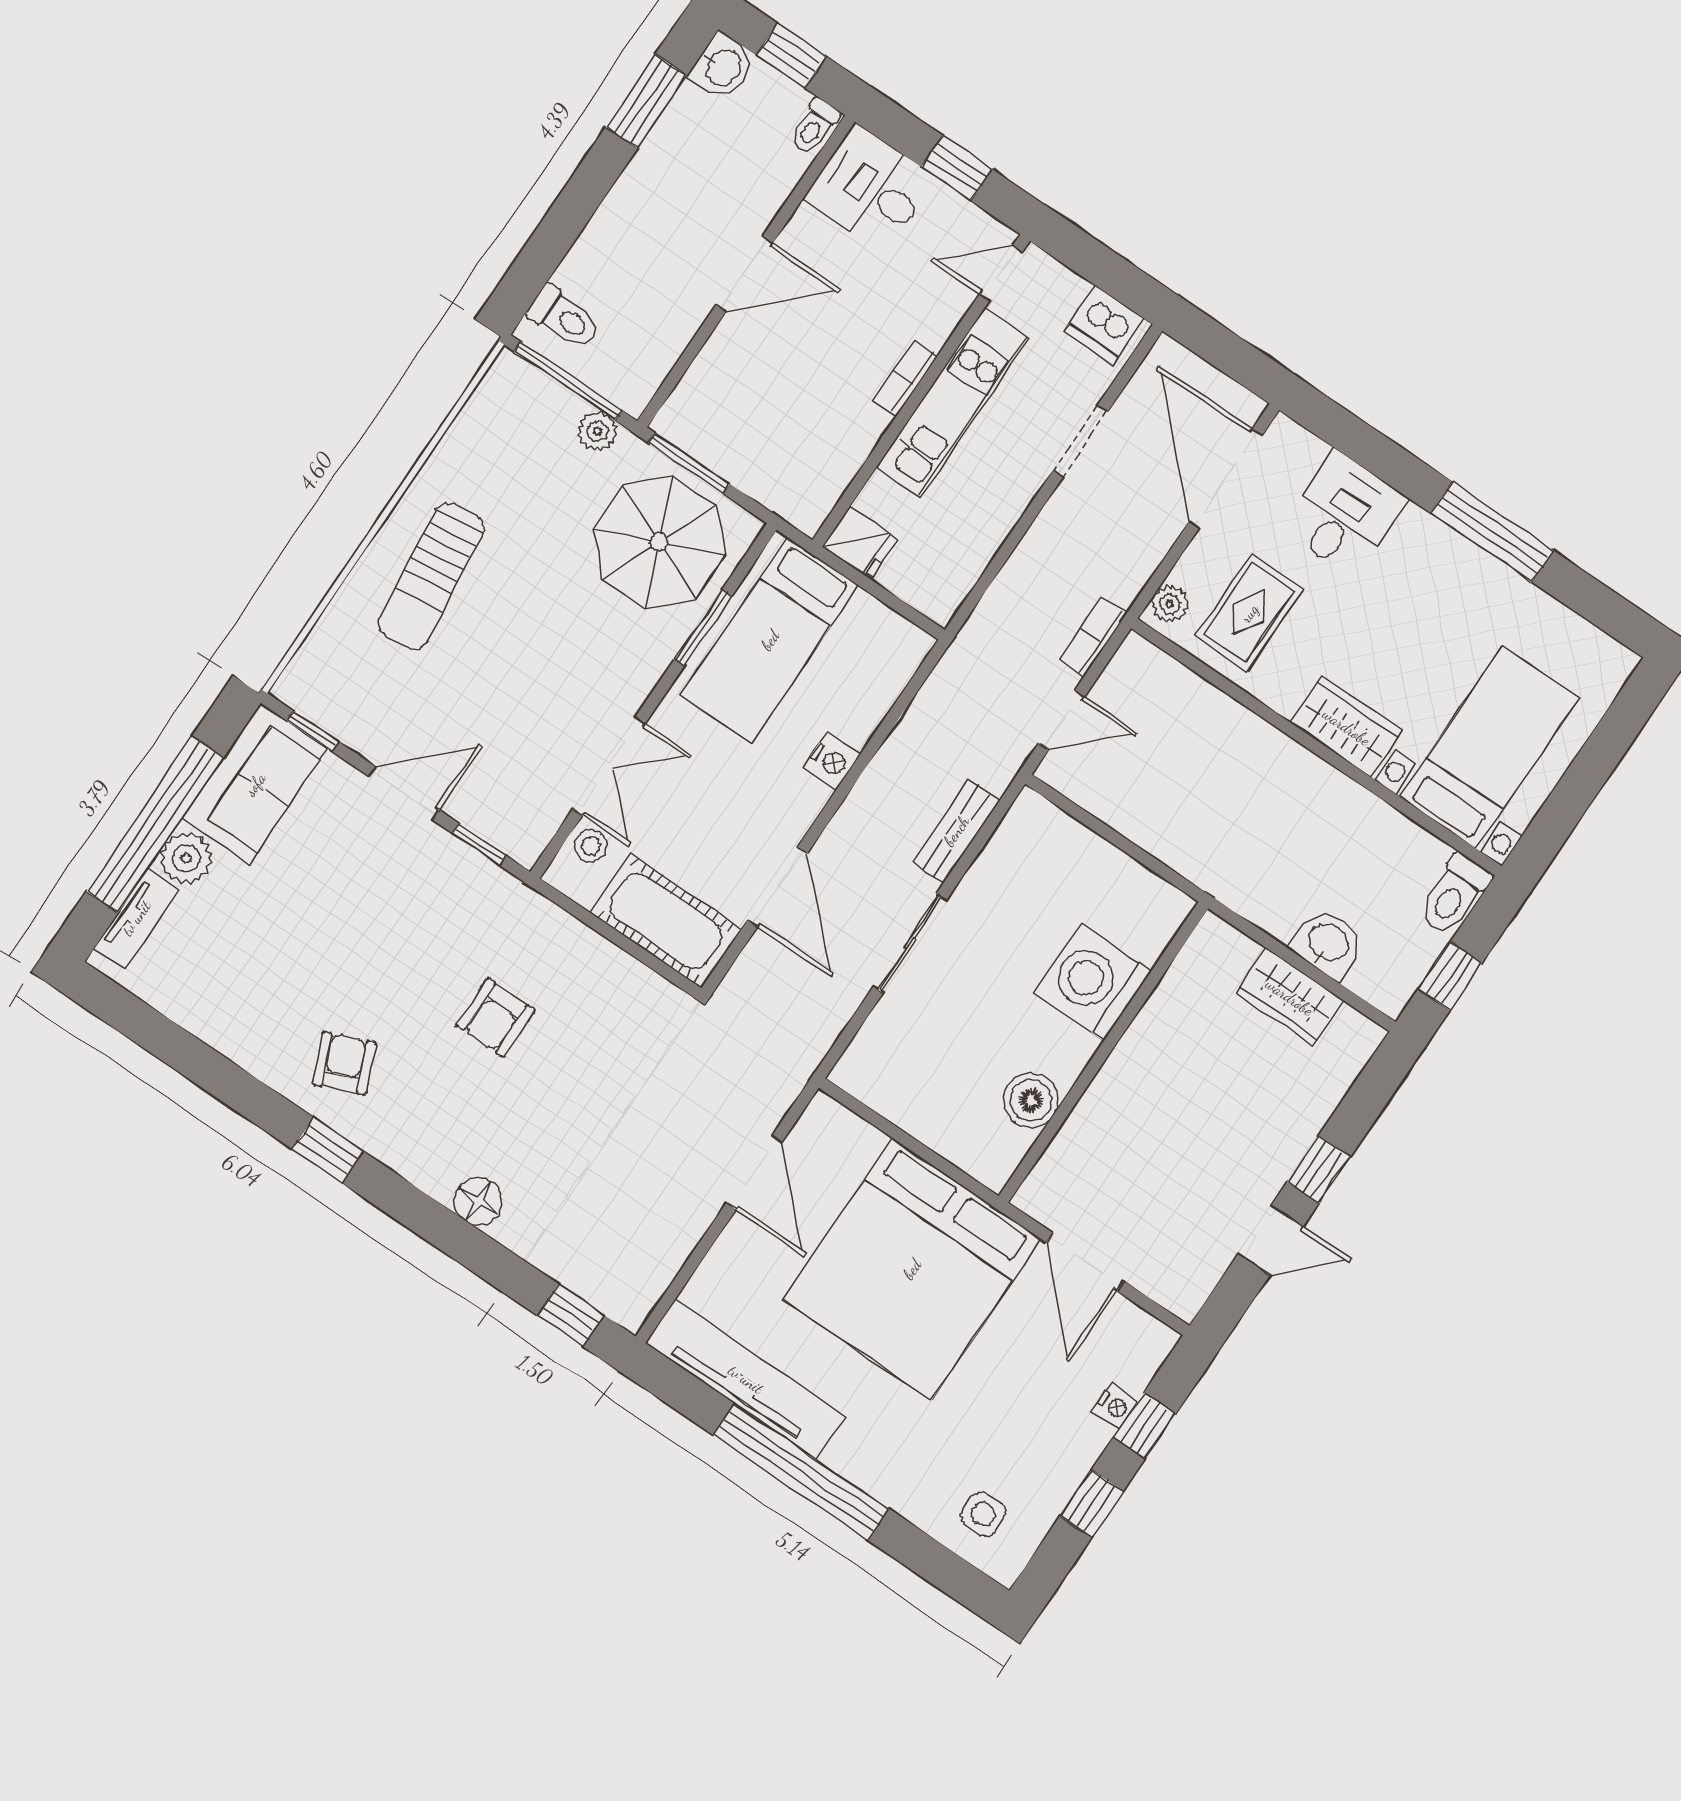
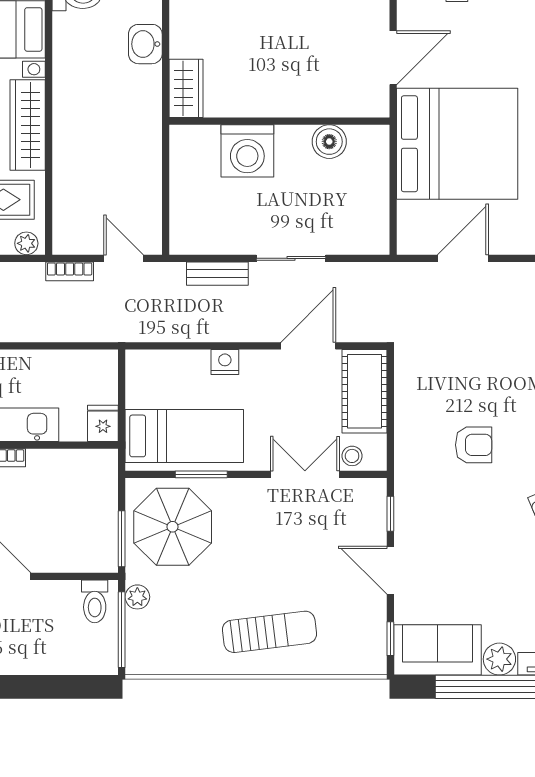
toilet: (564, 318) -> (95, 601), moved, turned 180
wardrobe: (1347, 727) -> (28, 125), width x1.50
wardrobe: (1290, 997) -> (186, 88), moved

